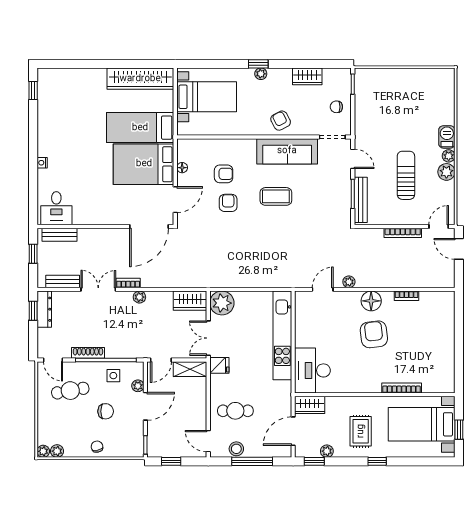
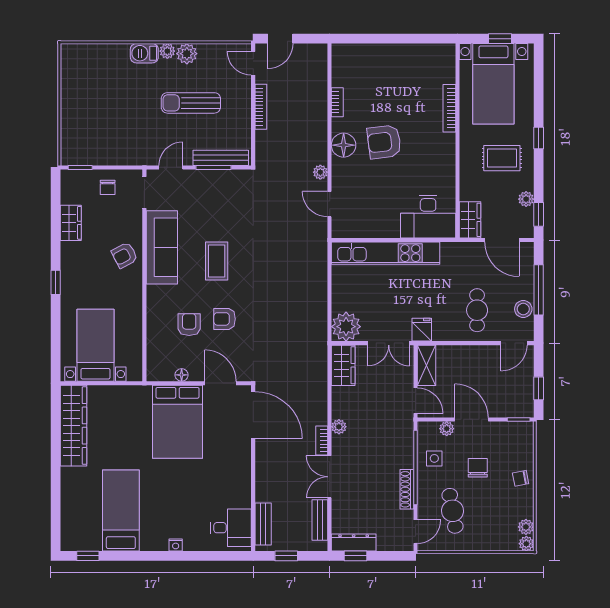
plant: (261, 74) -> (68, 279), removed
bed: (140, 128) -> (121, 510), moved, turned 180

